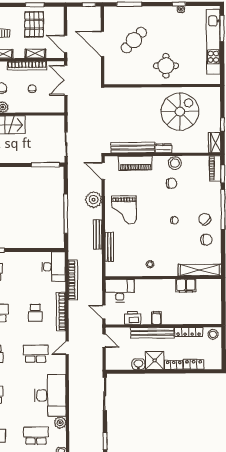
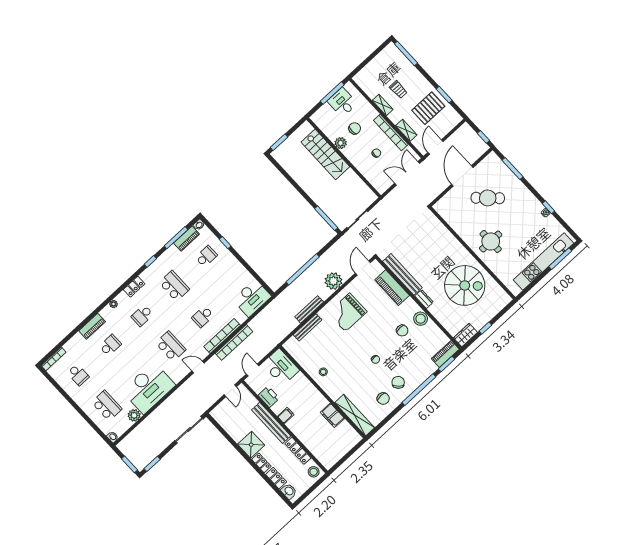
bookcase: (73, 280) -> (234, 342), moved
washbasin: (138, 364) -> (289, 491), moved

